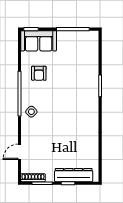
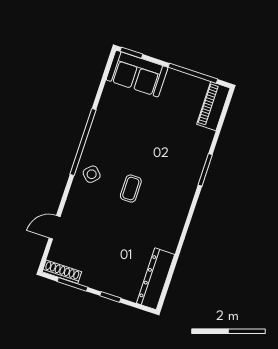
piano: (92, 45) -> (213, 106), added
armchair: (39, 73) -> (121, 121), removed
coffee table: (58, 112) -> (131, 189), added
dresser: (74, 175) -> (156, 279), moved, turned -90

